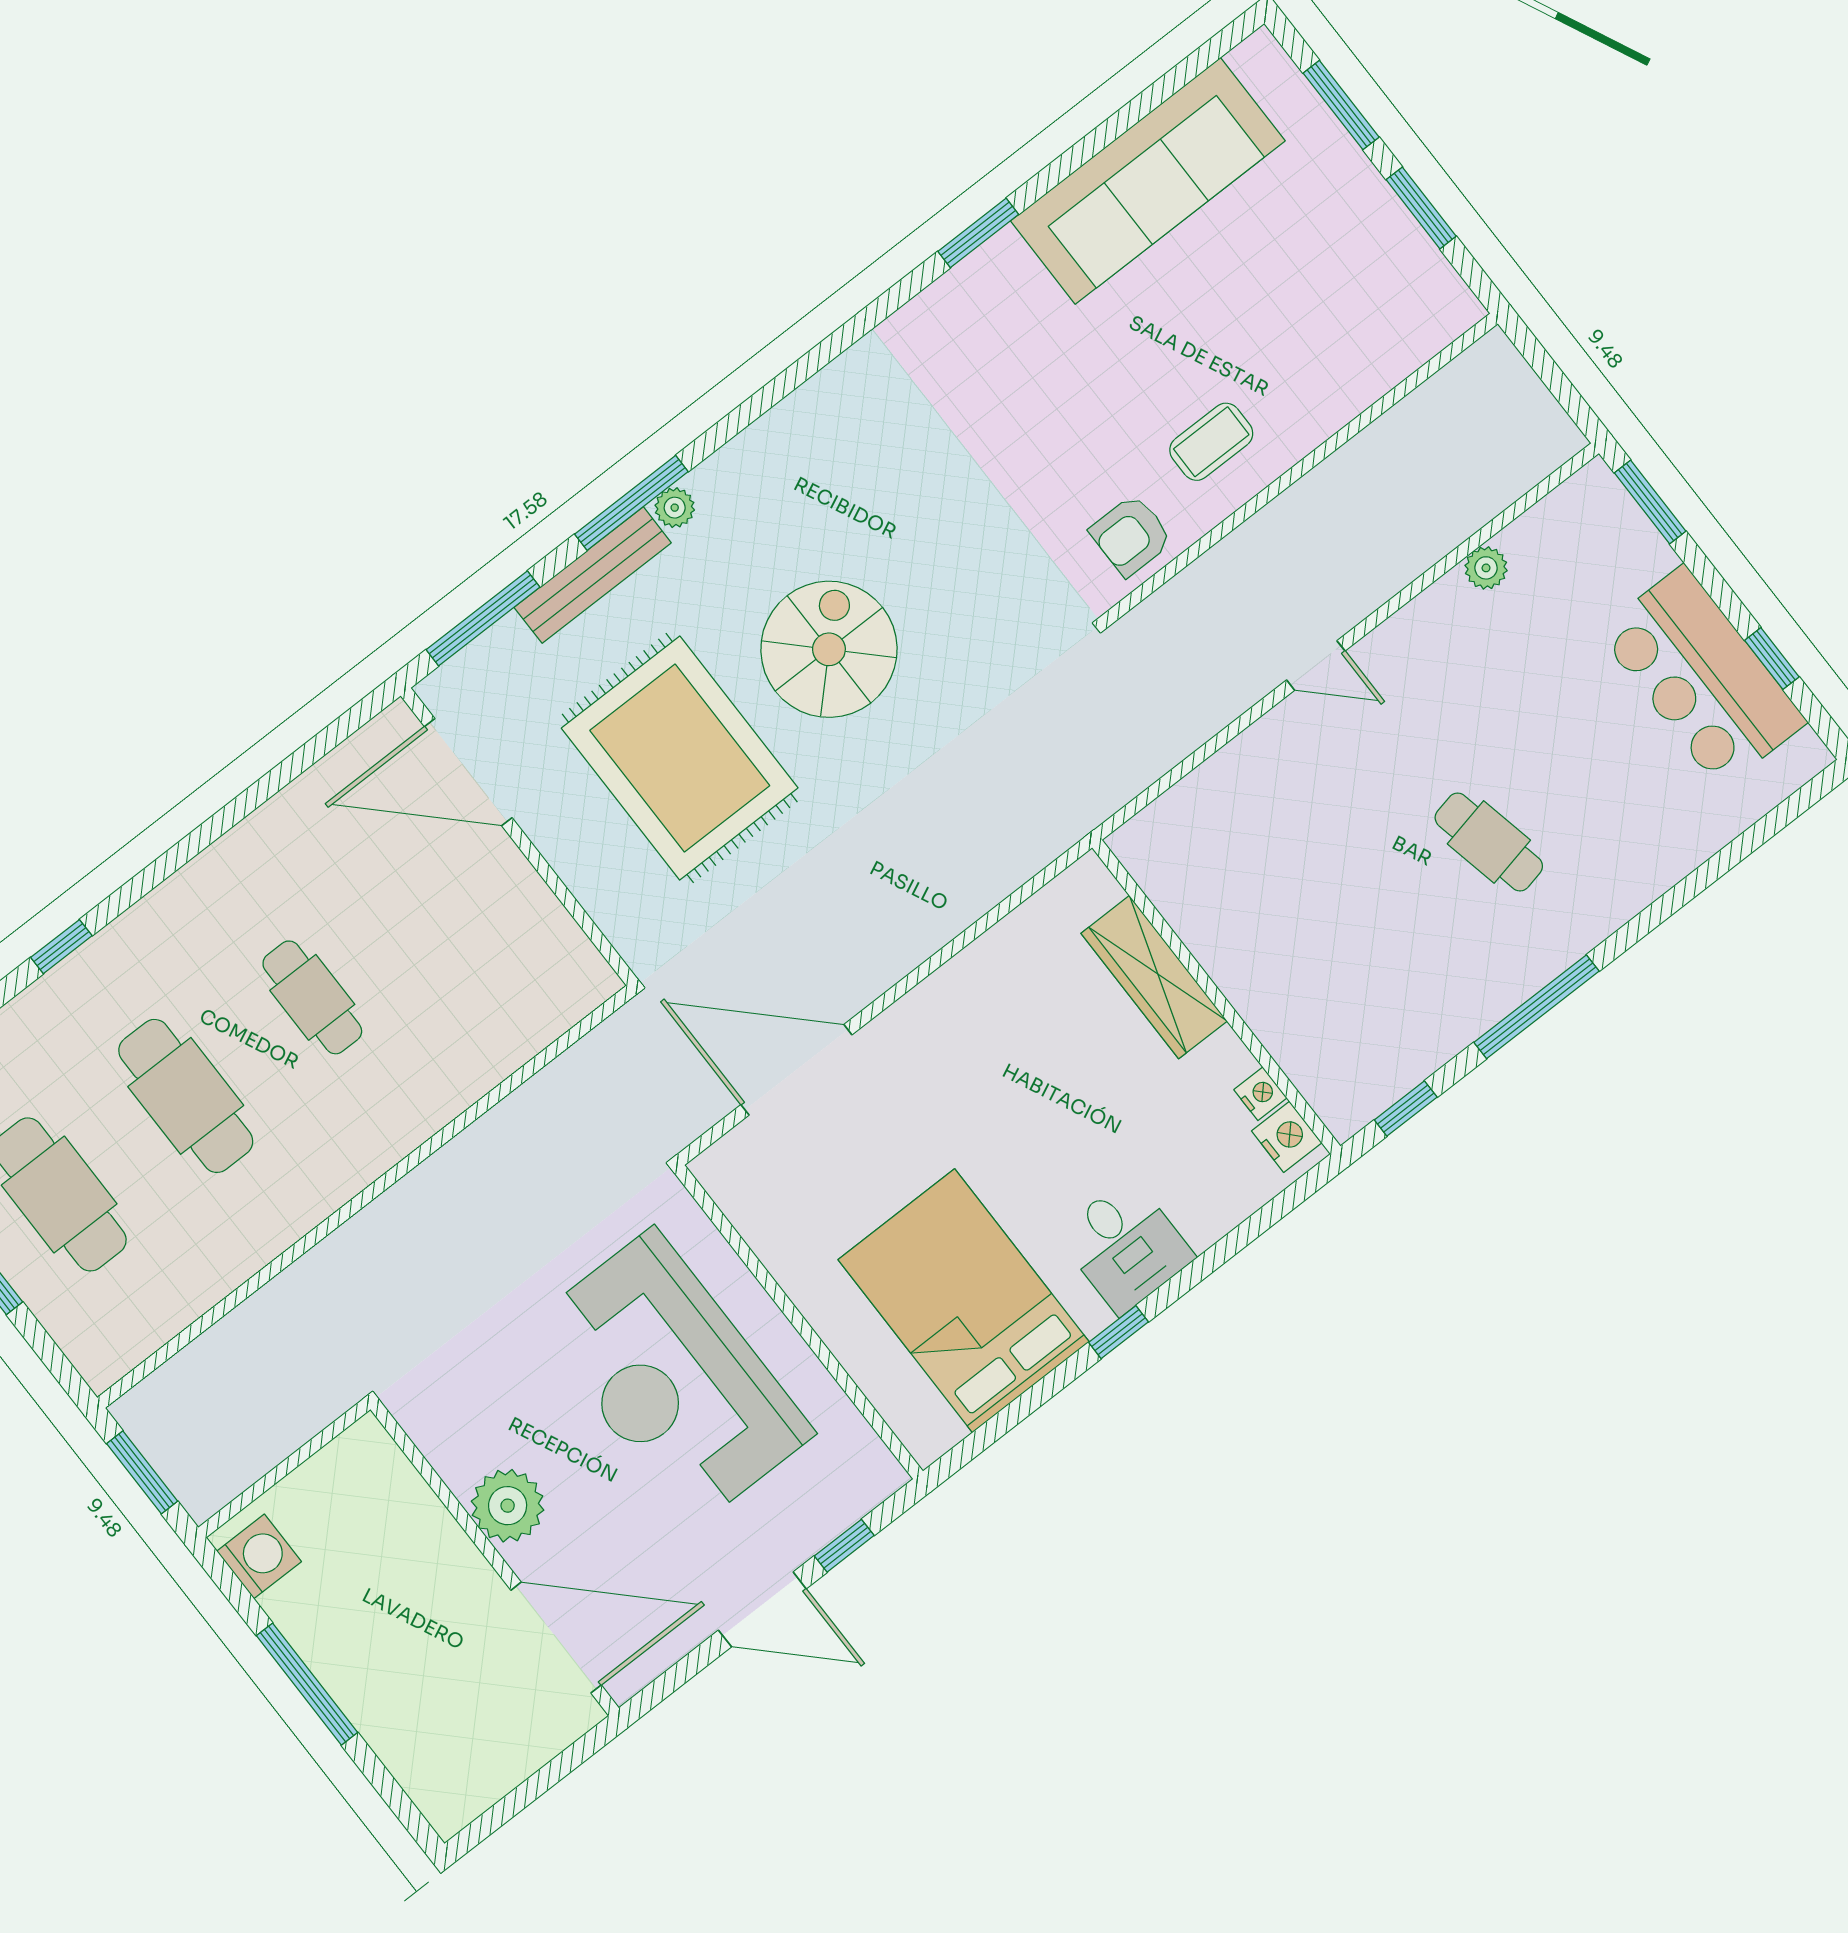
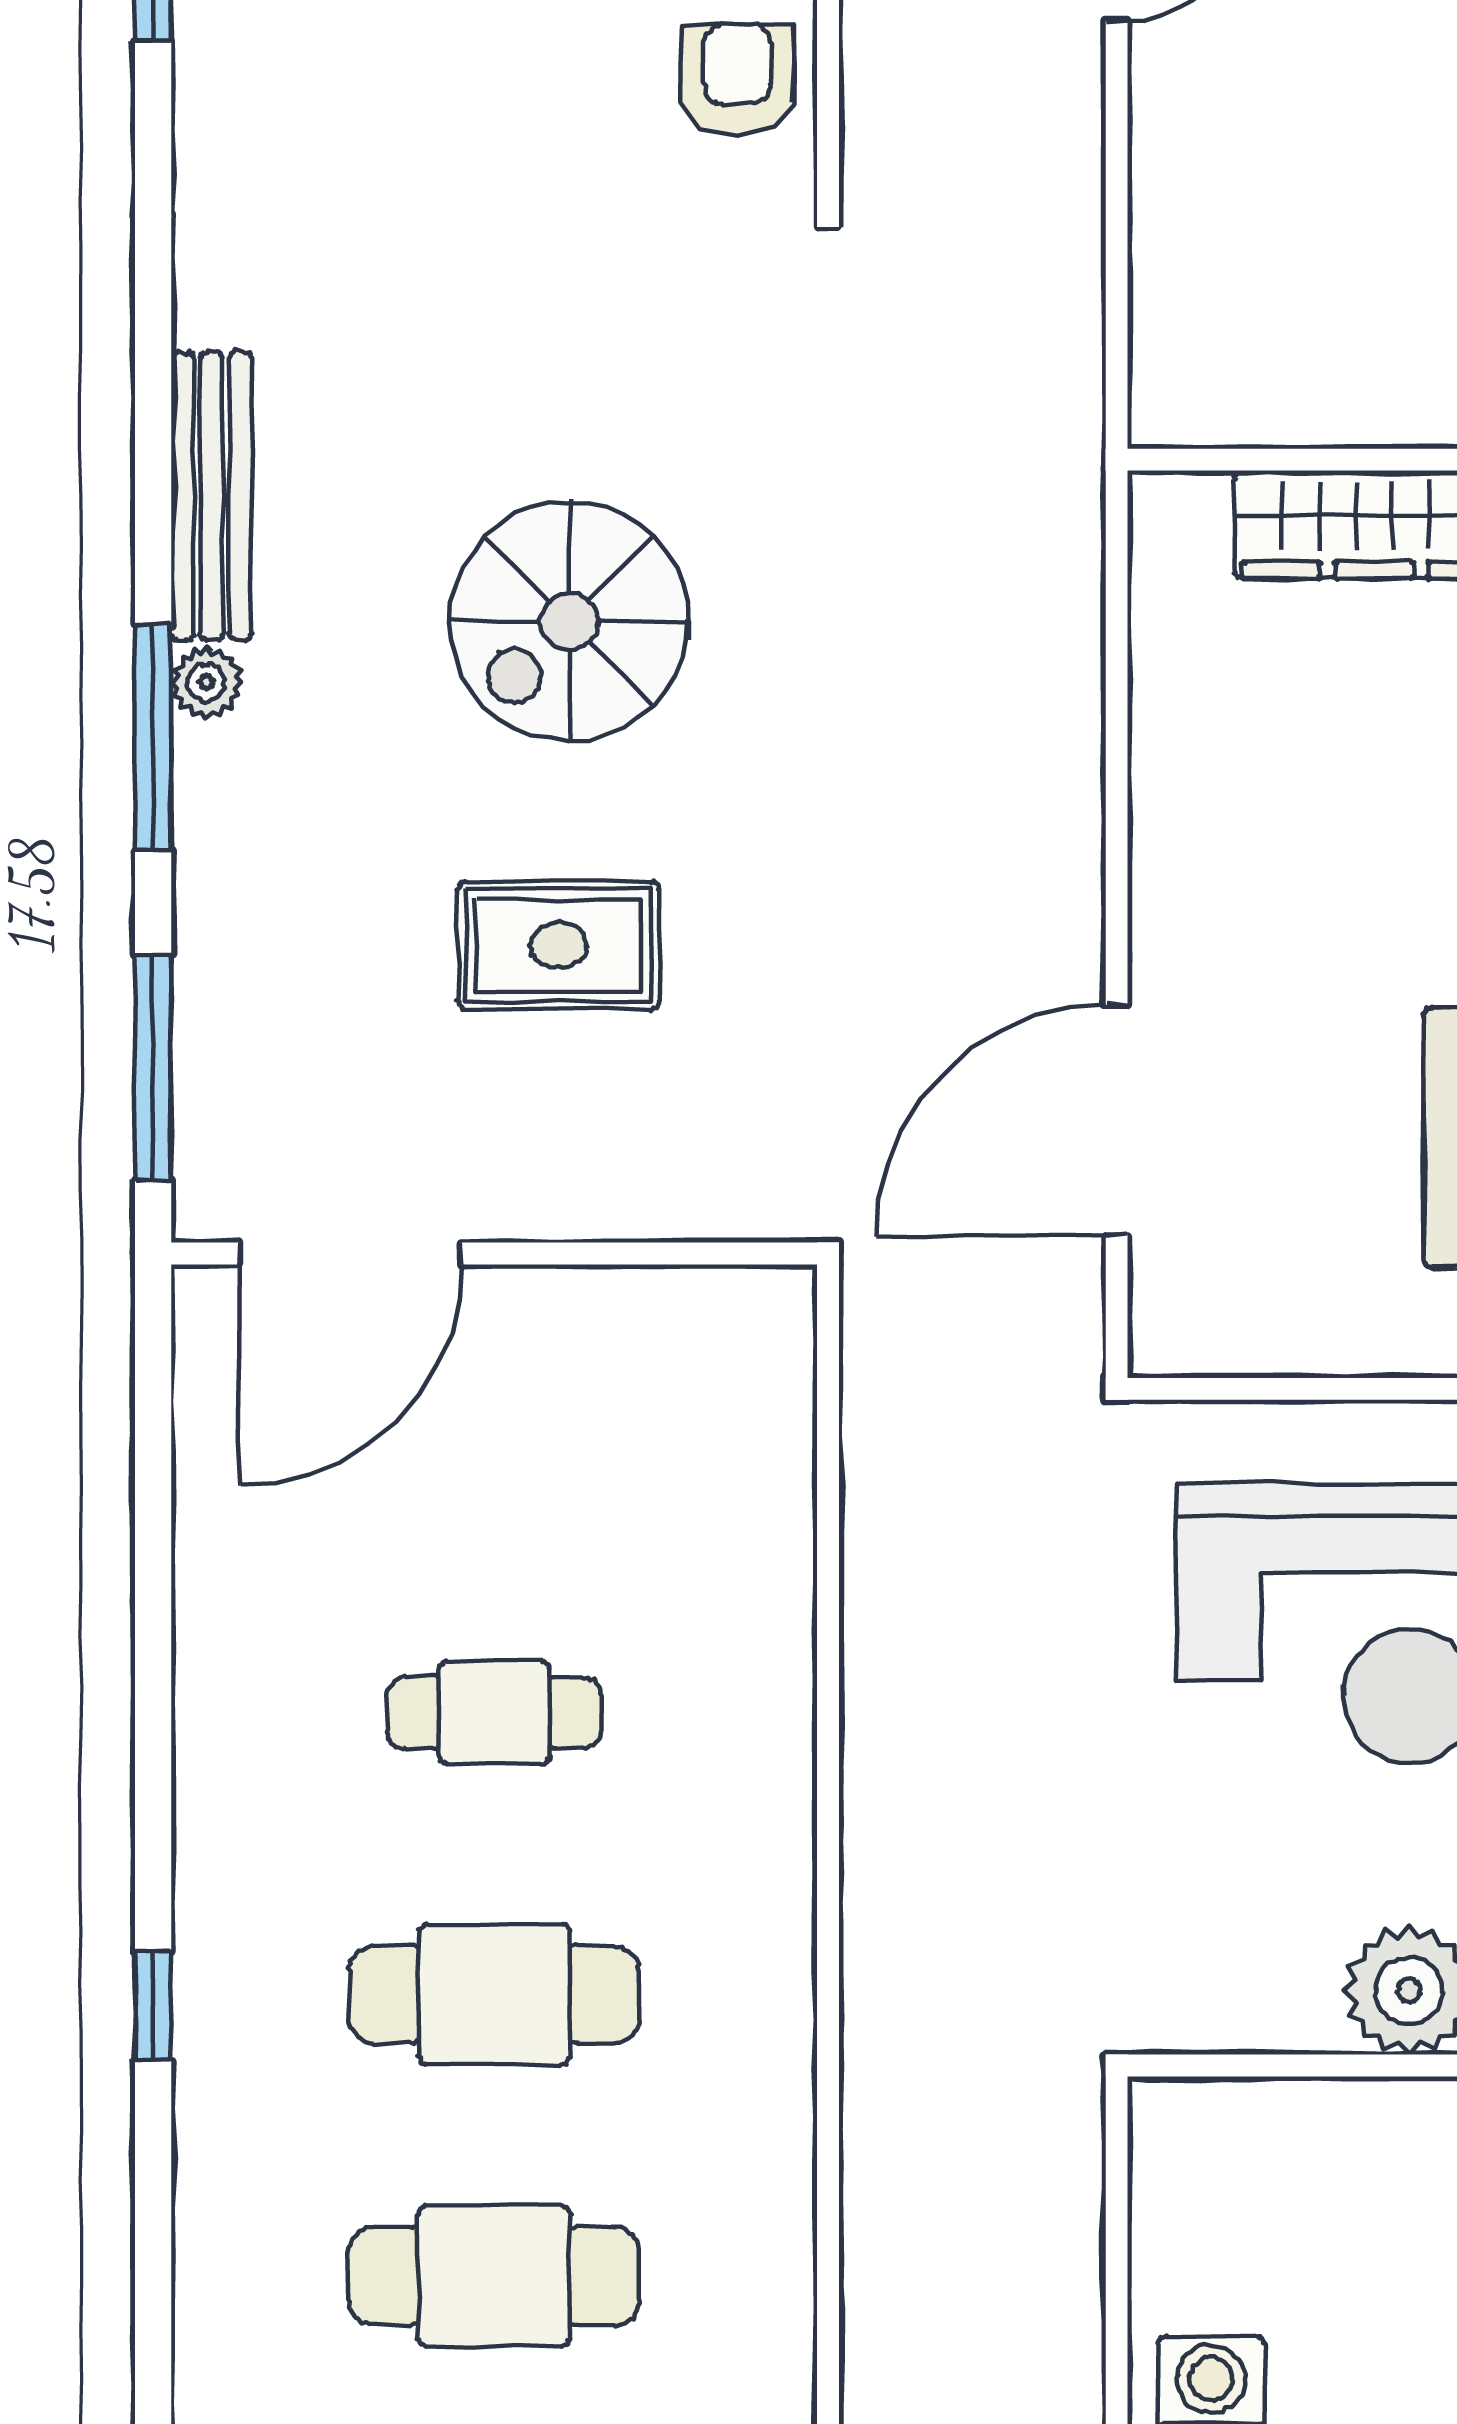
armchair: (1131, 535) -> (737, 80), turned 180
bench: (593, 575) -> (211, 496), moved
spiral stairs: (829, 649) -> (569, 621), turned -90
rug: (680, 758) -> (559, 945), width x0.54, depth x0.49

